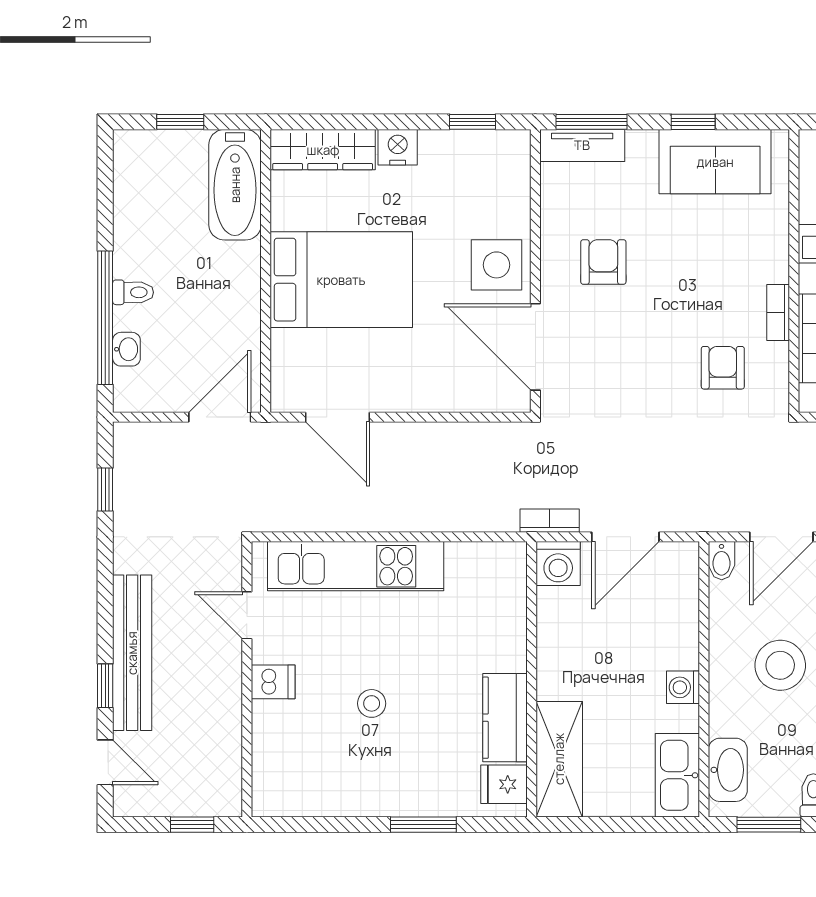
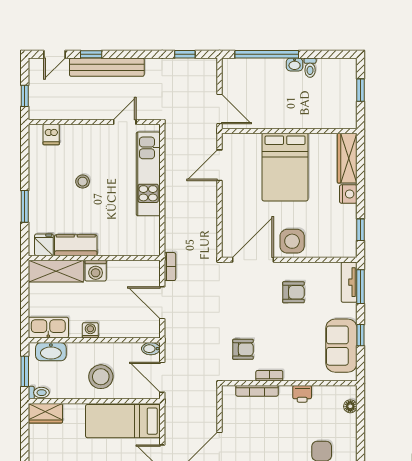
bathtub: (235, 185) -> (330, 116), removed
toilet: (133, 292) -> (310, 68), moved
washbasin: (126, 349) -> (295, 64), moved
washing machine: (558, 563) -> (96, 271), moved, turned -90
dishwasher: (273, 682) -> (51, 135), moved

